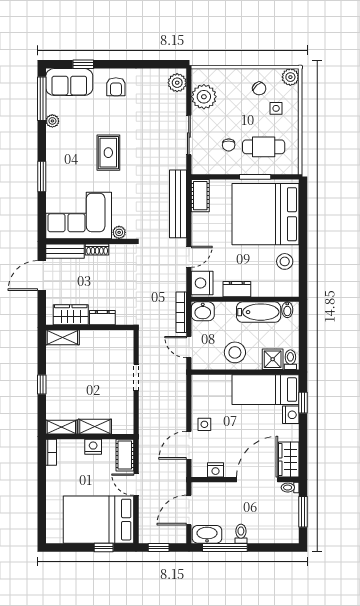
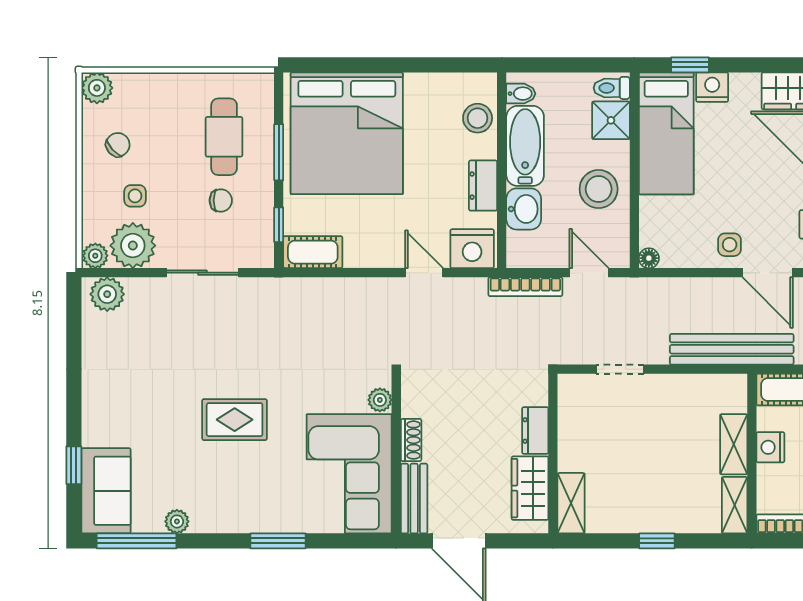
plant: (198, 76) -> (95, 256), added
armchair: (116, 87) -> (115, 406), removed
side table: (276, 108) -> (135, 196), moved
window: (215, 177) -> (279, 225), added
bench: (178, 204) -> (732, 349), moved
stool: (285, 261) -> (478, 118), moved
washbasin: (203, 311) -> (524, 209), moved
door: (189, 347) -> (589, 273), swing flipped
doorway: (136, 378) -> (620, 369), moved
floor lamp: (197, 380) -> (649, 258), added

